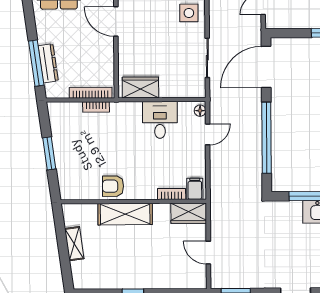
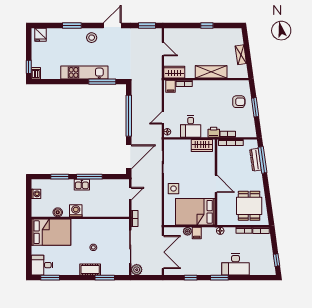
printer: (120, 110) -> (214, 132), added
armchair: (113, 186) -> (239, 102), moved

